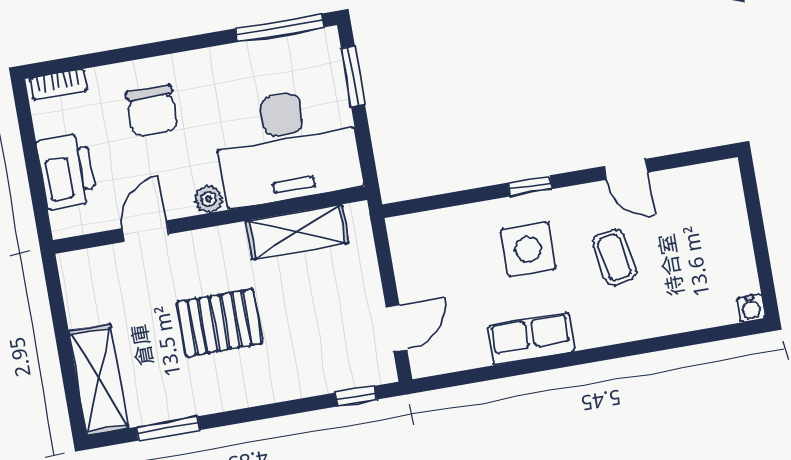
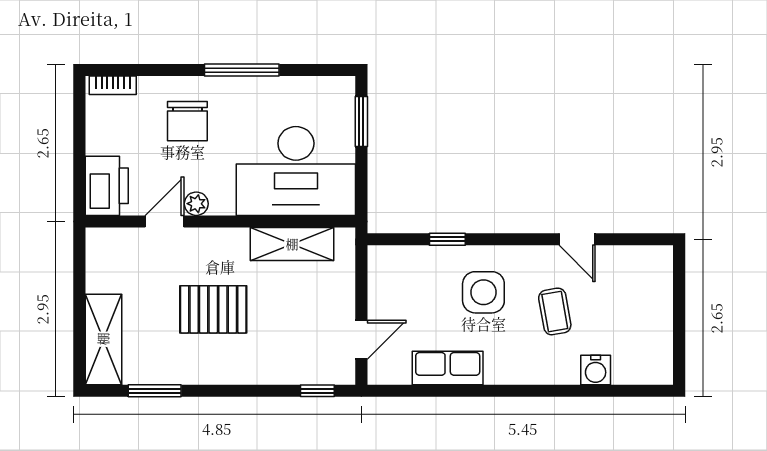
window: (280, 28) -> (242, 70), moved
printer: (66, 171) -> (107, 186), moved
window: (530, 186) -> (447, 239), moved
plant: (209, 199) -> (196, 204), moved
water cooler: (751, 308) -> (596, 370), moved, width x1.38, depth x1.38
row of seats: (531, 339) -> (448, 368), moved

